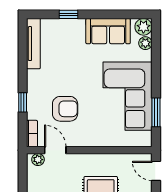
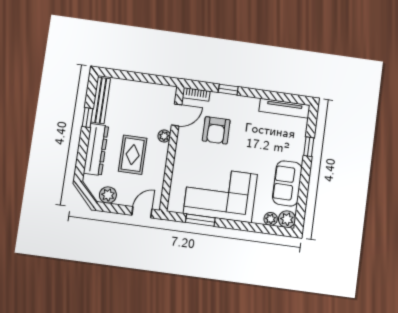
plant: (38, 160) -> (164, 136), moved

